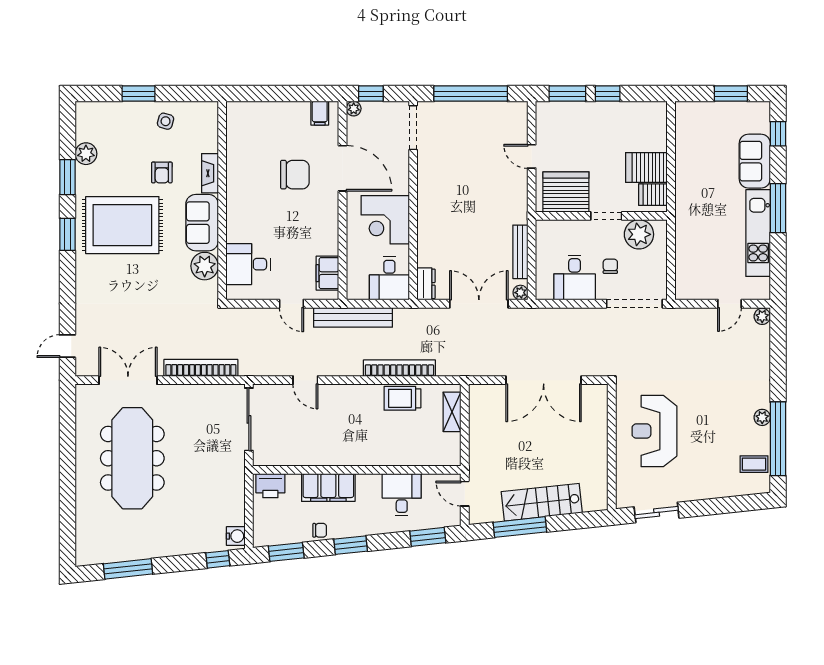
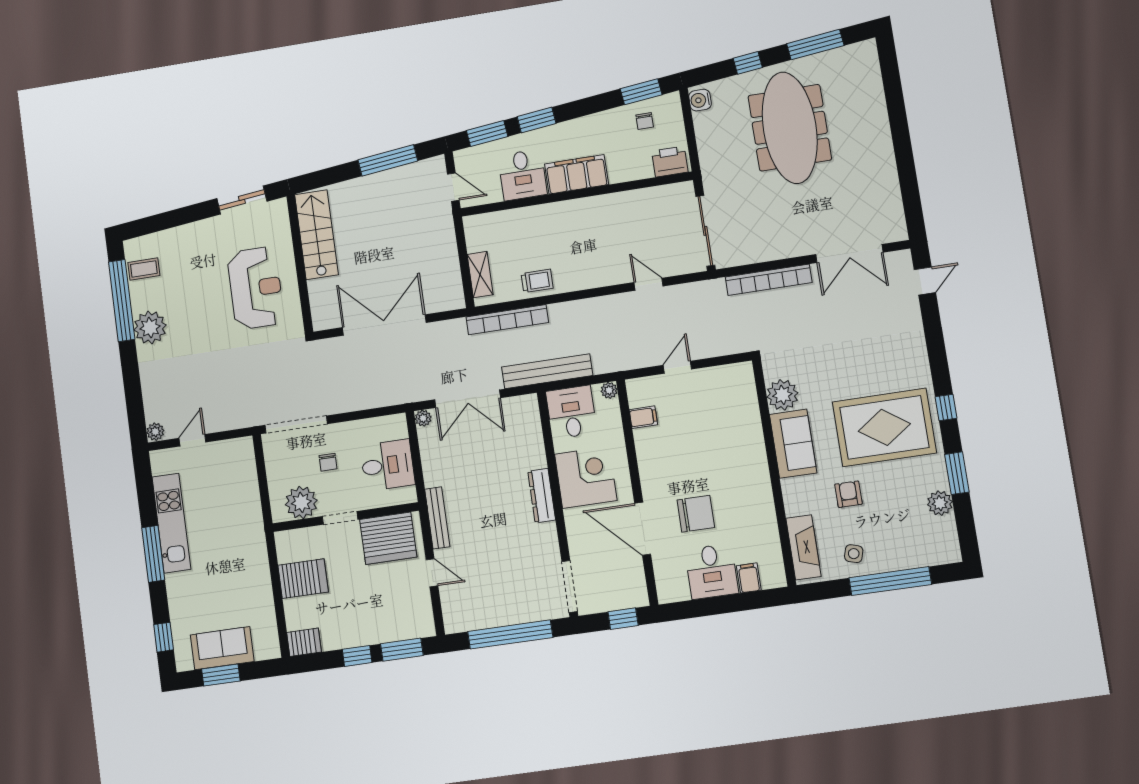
window: (138, 94) -> (890, 581), width x2.11
plant: (354, 109) -> (609, 390), moved
filing cabinet: (320, 113) -> (749, 578), moved
sofa: (755, 161) -> (222, 648), moved, turned -90
fireplace: (210, 173) -> (803, 547), moved, width x1.37, depth x1.32
chair: (295, 175) -> (696, 514), turned 180
server rack: (653, 195) -> (304, 642), moved
window: (67, 234) -> (946, 407), width x0.67
bench: (520, 252) -> (437, 518), moved
desk: (248, 264) -> (712, 571), moved, turned 90
filing cabinet: (327, 273) -> (643, 417), width x0.50
desk: (575, 277) -> (387, 465), moved, turned 90
dresser: (426, 284) -> (542, 496), moved, width x1.44
door: (291, 304) -> (677, 367), hinge flipped
bench: (353, 317) -> (547, 371), moved
bookcase: (399, 368) -> (507, 320), moved
trolley: (402, 398) -> (537, 281), width x0.73, depth x0.72
plant: (762, 417) -> (150, 328), width x1.88, depth x1.88
meeting table: (132, 458) -> (790, 128), moved
filing cabinet: (328, 488) -> (577, 174), moved
stairs: (542, 502) -> (317, 235), moved, turned -84
chair: (320, 530) -> (645, 121), moved, turned -90
window: (351, 545) -> (537, 120), moved
window: (218, 559) -> (748, 63), moved

